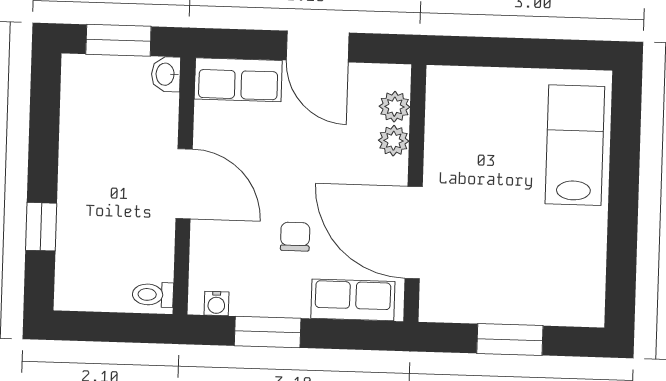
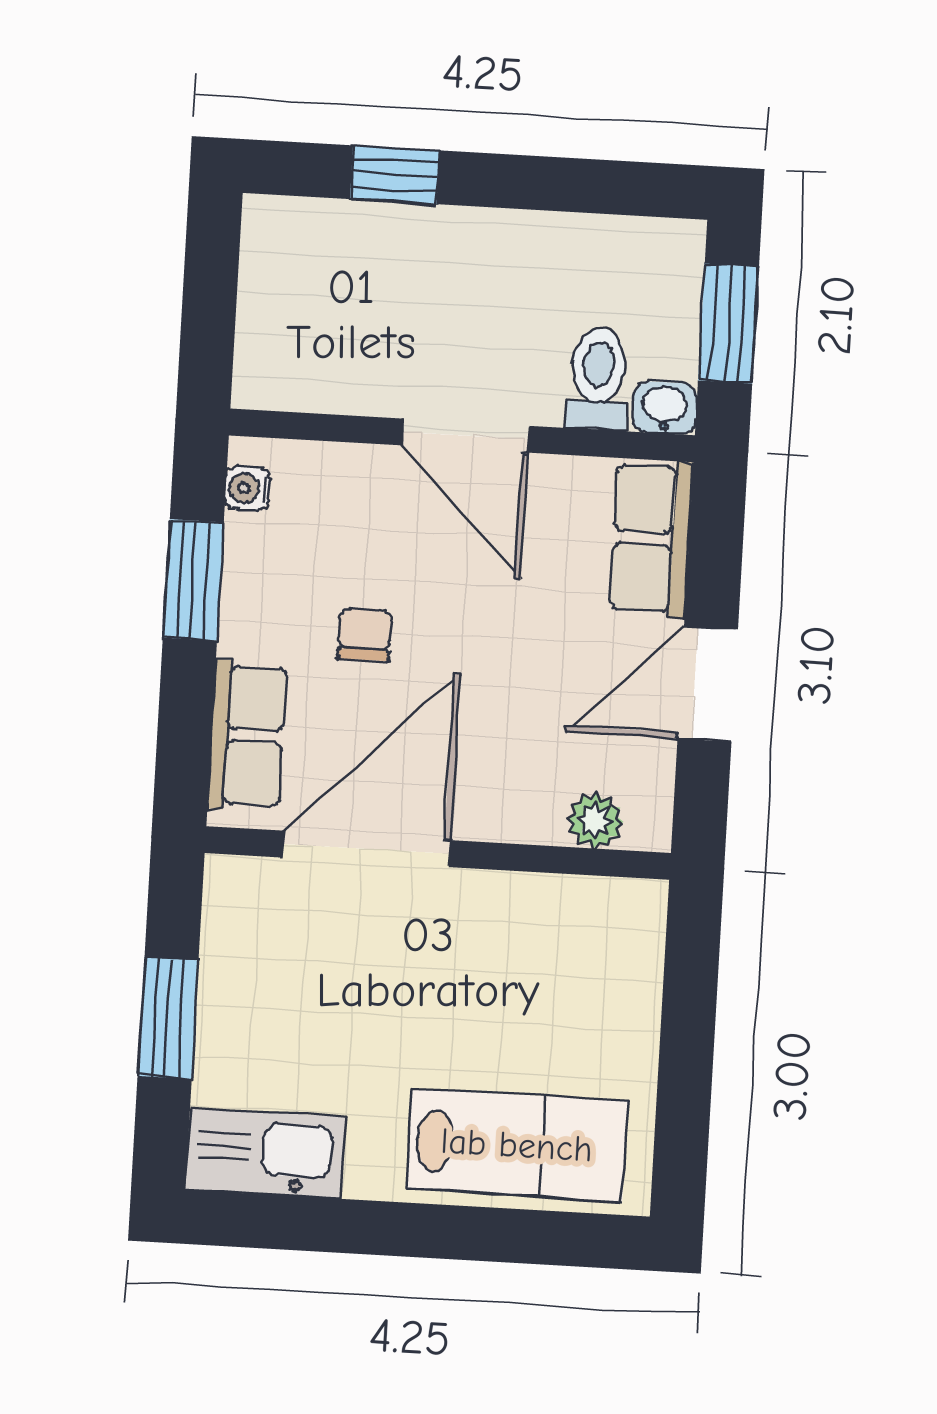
plant: (394, 141) -> (534, 817), removed
door: (184, 184) -> (466, 436), hinge flipped
chair: (295, 237) -> (365, 634), turned -90
kitchen sink: (583, 284) -> (266, 1153), added
toilet: (153, 295) -> (598, 379), moved, width x1.37, depth x1.39

